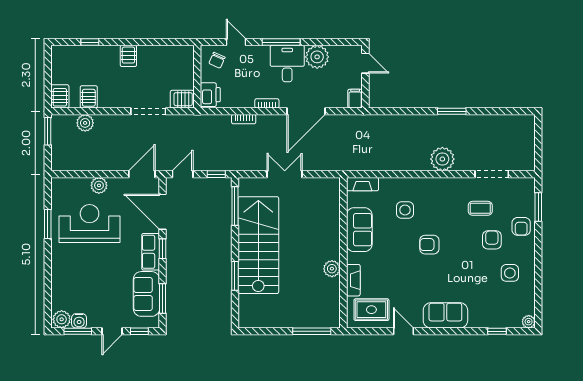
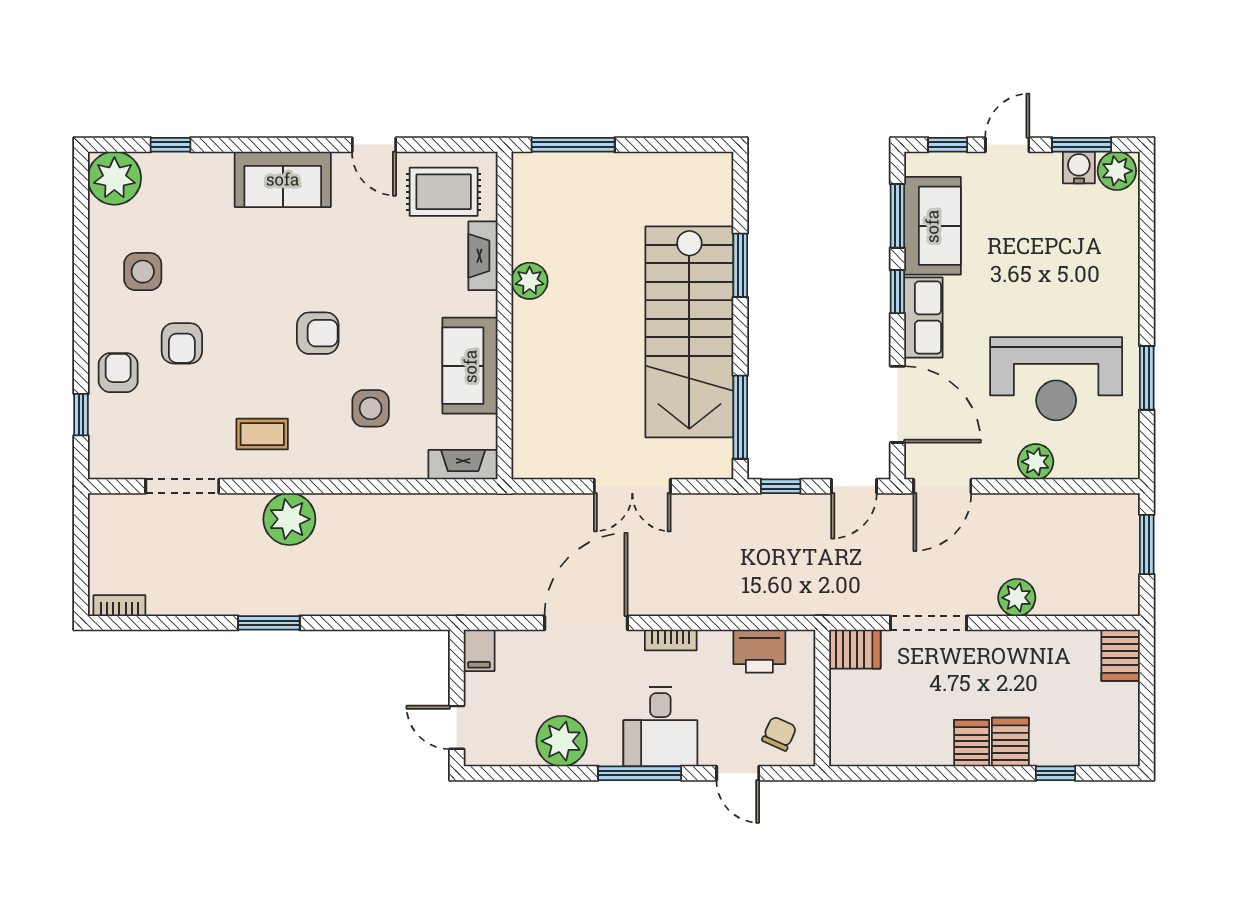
desk: (287, 64) -> (660, 727), moved
printer: (210, 95) -> (759, 651), moved, turned -90
server rack: (89, 97) -> (1010, 742), moved, turned 180
bookcase: (244, 119) -> (119, 606), moved
plant: (85, 123) -> (1017, 598), moved
window: (48, 131) -> (1147, 545), moved
window: (538, 207) -> (81, 415), width x0.67
coffee table: (480, 208) -> (262, 434), moved
window: (163, 249) -> (897, 292), moved
plant: (529, 322) -> (114, 178), width x1.88, depth x1.88

